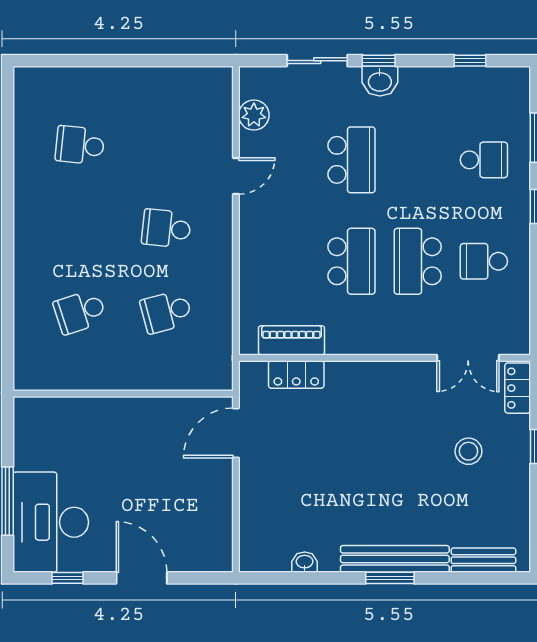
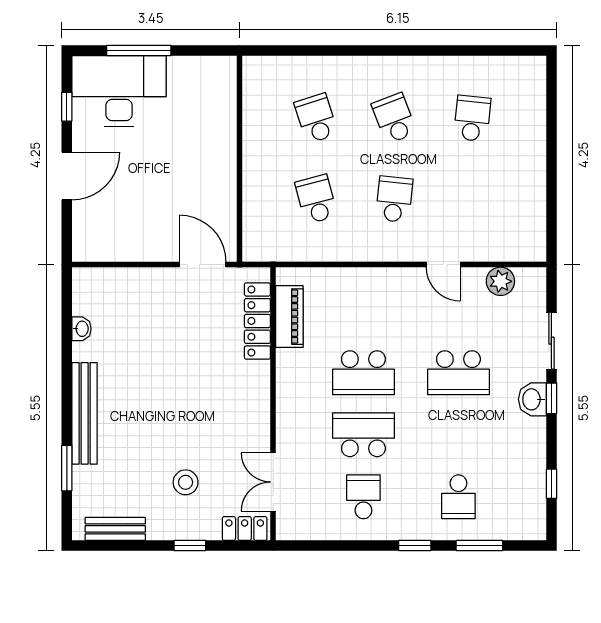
school desk: (80, 228) -> (394, 118), added
locker: (296, 375) -> (257, 321), width x1.53
bench: (483, 560) -> (115, 529), moved, turned 90
window: (390, 578) -> (67, 468), moved

